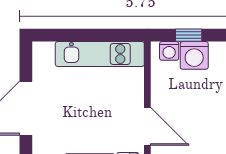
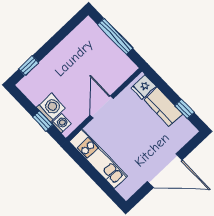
door: (147, 126) -> (102, 107), moved

